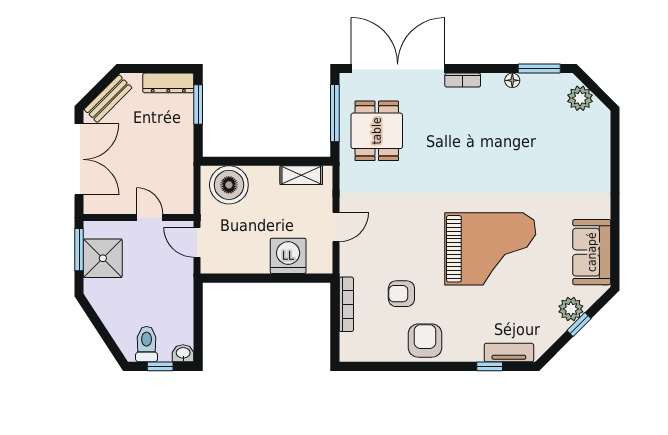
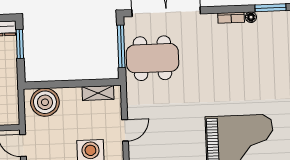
bookcase: (463, 80) -> (231, 18), moved
dining table: (377, 131) -> (152, 58), width x1.38

